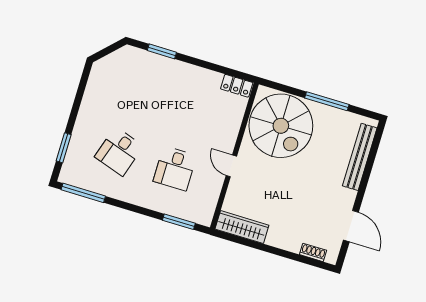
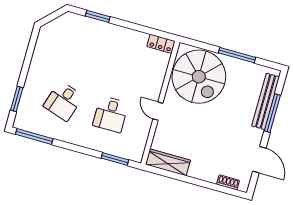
window: (368, 171) -> (272, 113), added

